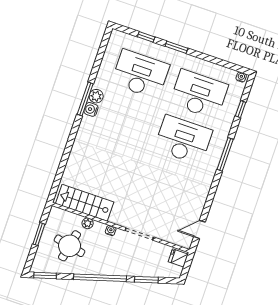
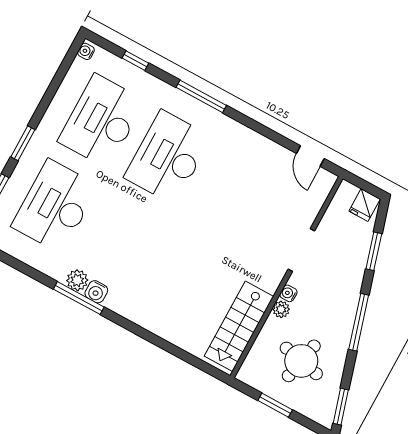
plant: (88, 223) -> (281, 309), moved
fridge: (178, 258) -> (365, 205), moved
window: (100, 278) -> (359, 322), width x0.68

